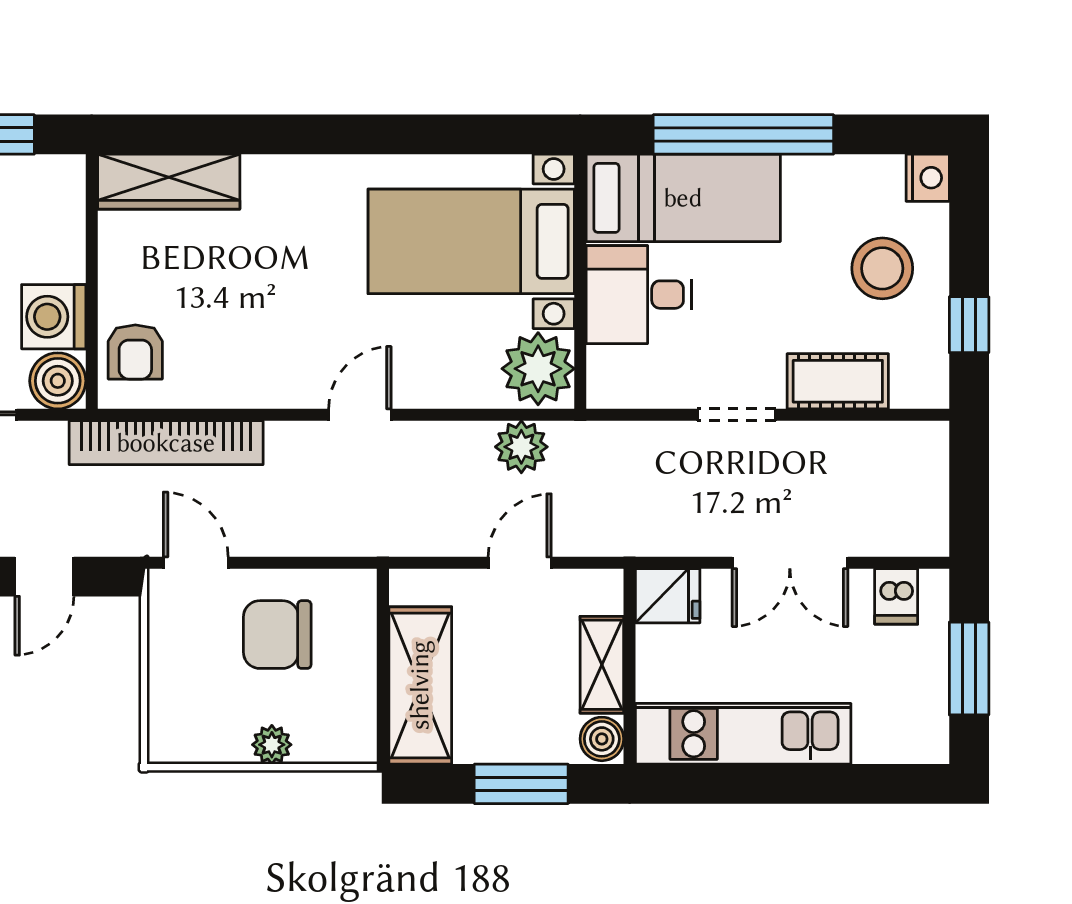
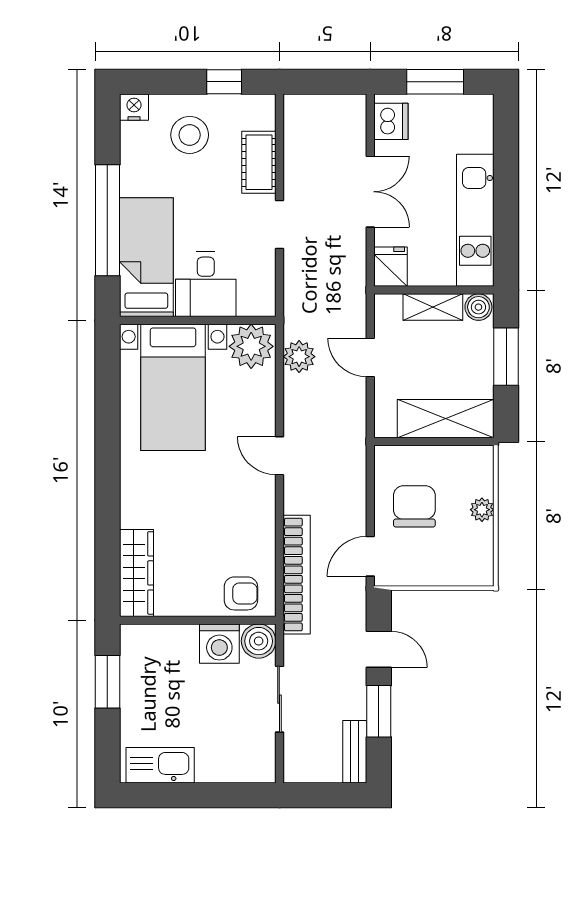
dishwasher: (896, 596) -> (391, 121), width x1.38
chair: (277, 635) -> (414, 506), turned 180

